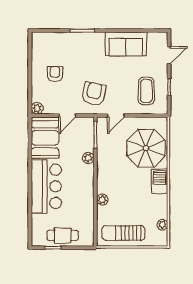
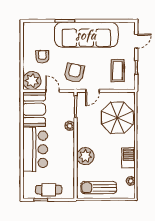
sofa: (126, 44) -> (86, 35), width x1.85, depth x1.27
plant: (37, 108) -> (32, 81), width x1.88, depth x1.88
door: (67, 115) -> (53, 91), swing flipped
barbecue: (160, 181) -> (129, 158), moved
plant: (102, 200) -> (85, 156), width x1.87, depth x1.87

